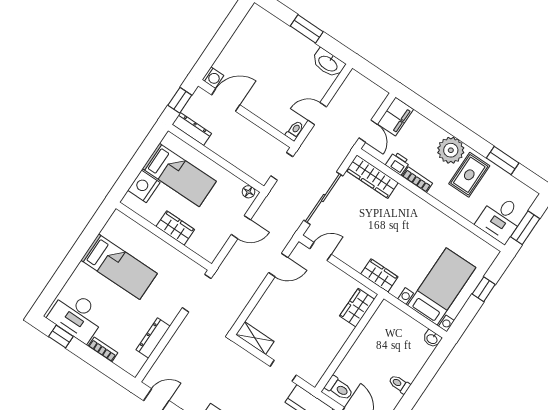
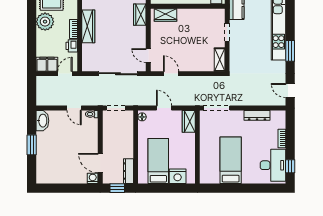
wardrobe: (372, 177) -> (88, 26), moved
wardrobe: (175, 228) -> (189, 121), moved

